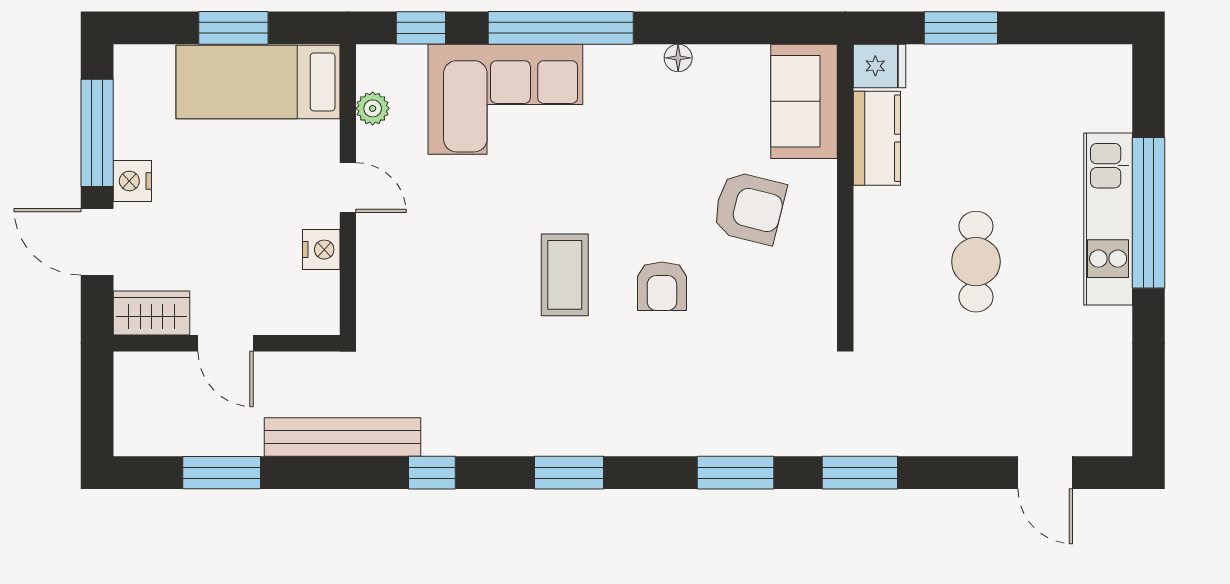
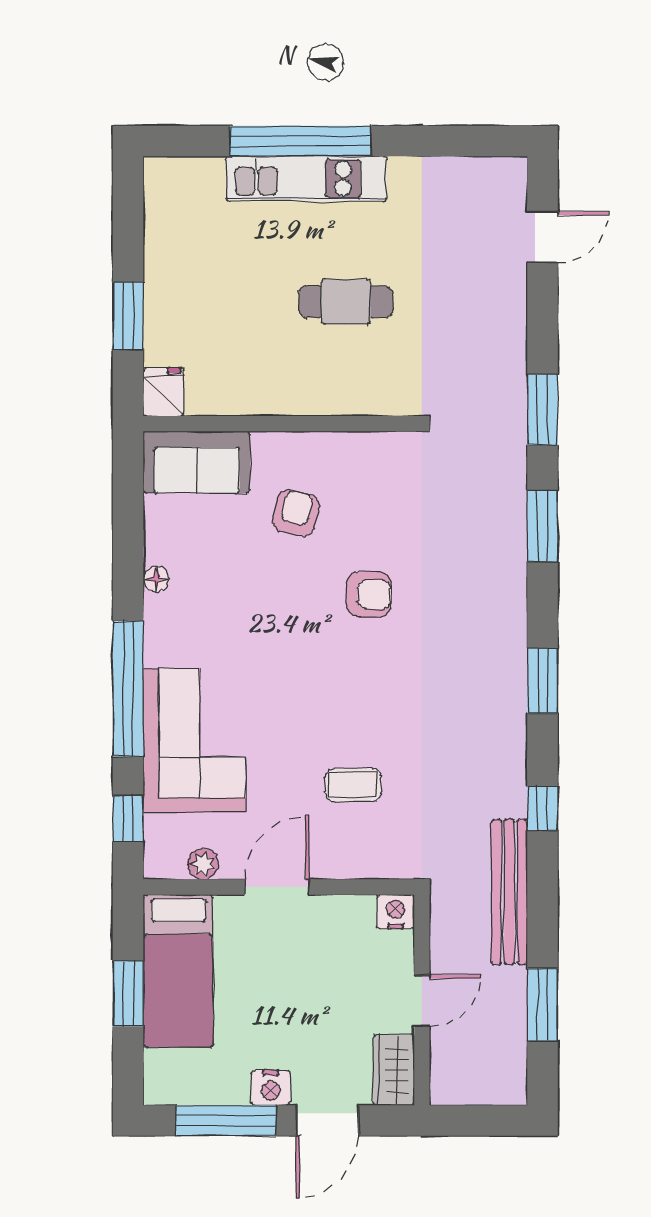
kitchen counter: (877, 138) -> (231, 394), removed
door: (348, 188) -> (277, 887), width x1.38
armchair: (749, 208) -> (296, 513), width x0.72, depth x0.72
nightstand: (321, 250) -> (396, 912), moved
coffee table: (565, 275) -> (353, 785), moved, width x0.73, depth x0.77

